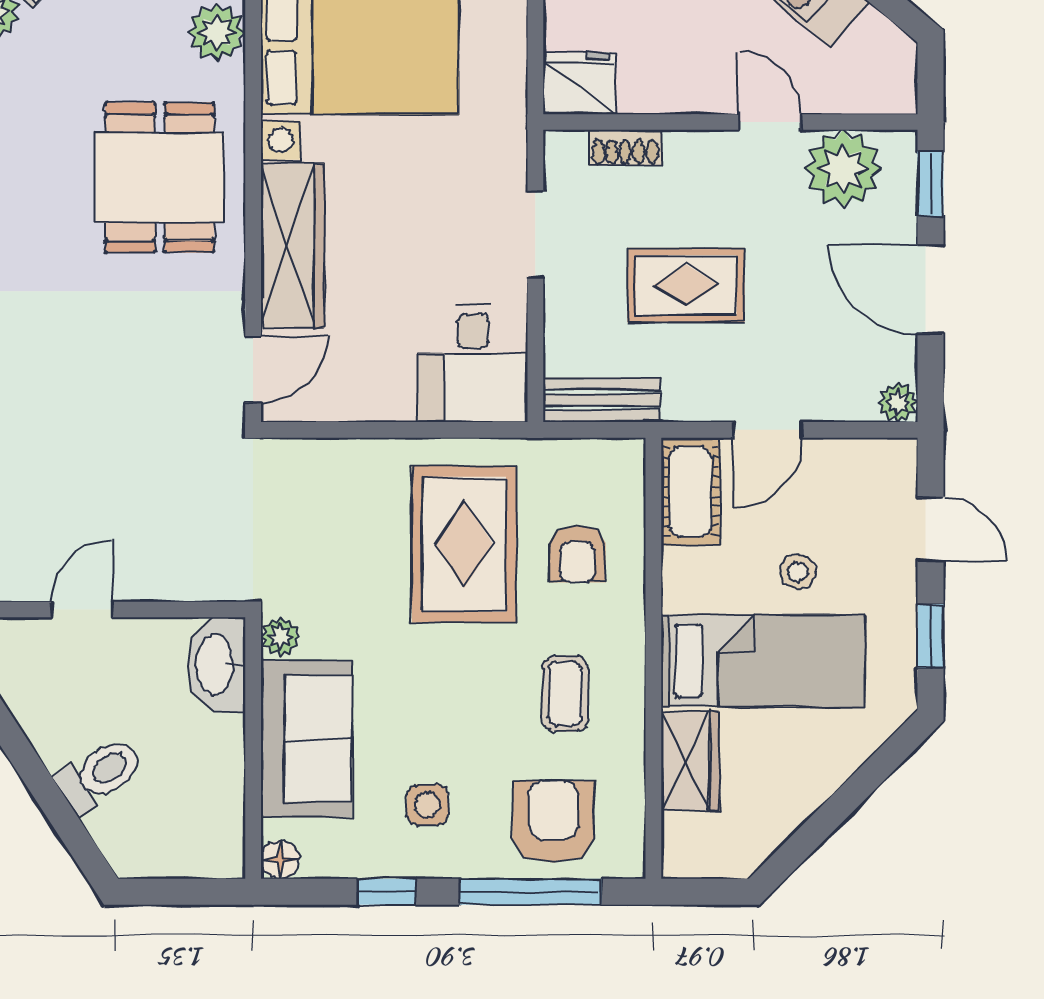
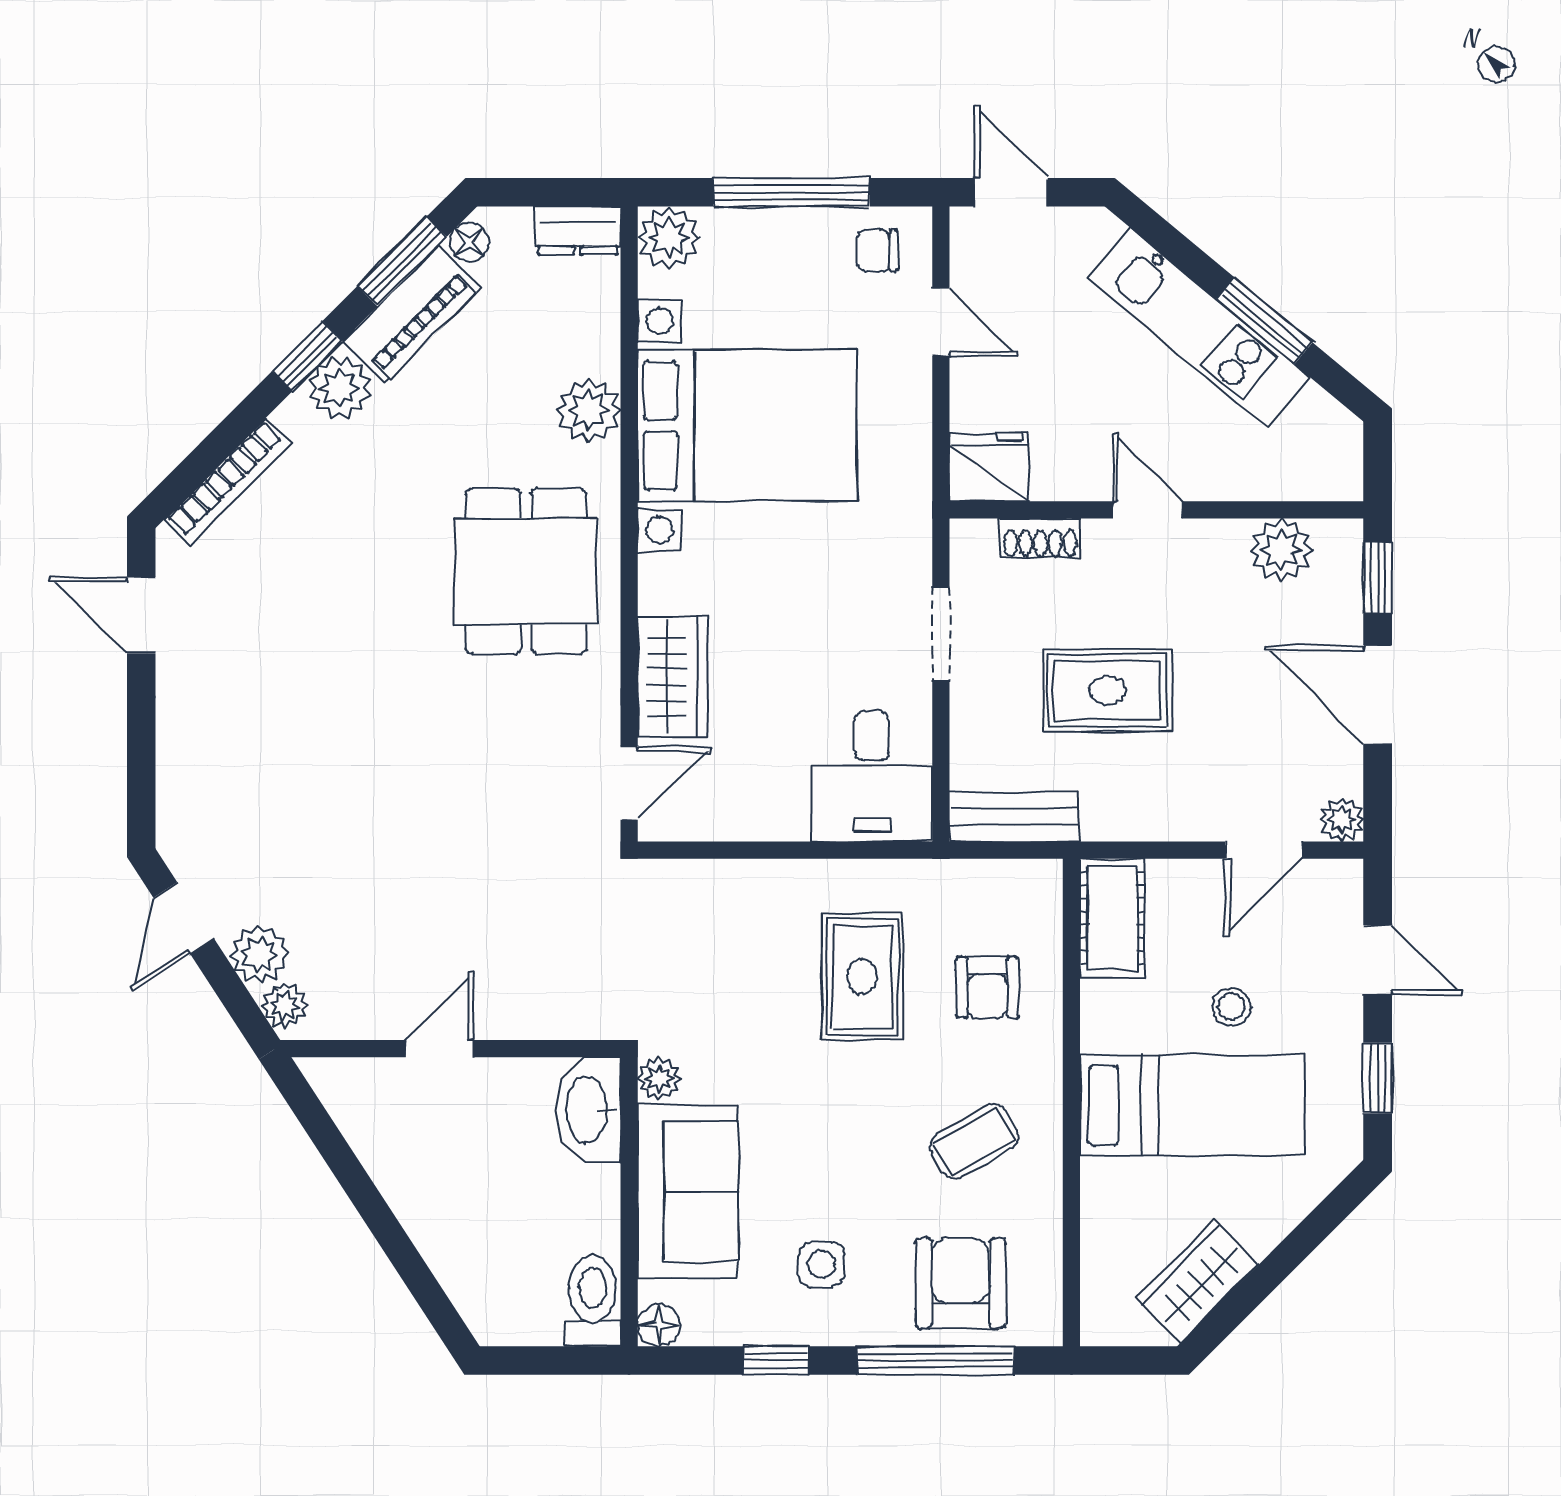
door: (770, 122) -> (1147, 510), moved
plant: (843, 169) -> (1281, 550), width x0.73, depth x0.73
wardrobe: (293, 246) -> (673, 677), width x0.67
door: (768, 430) -> (1263, 850), moved
rug: (464, 544) -> (862, 977), width x0.73, depth x0.70
coffee table: (565, 694) -> (974, 1141), turned 60
wardrobe: (690, 761) -> (1197, 1281), moved, turned -135
toilet: (100, 775) -> (593, 1301), moved, turned -57

